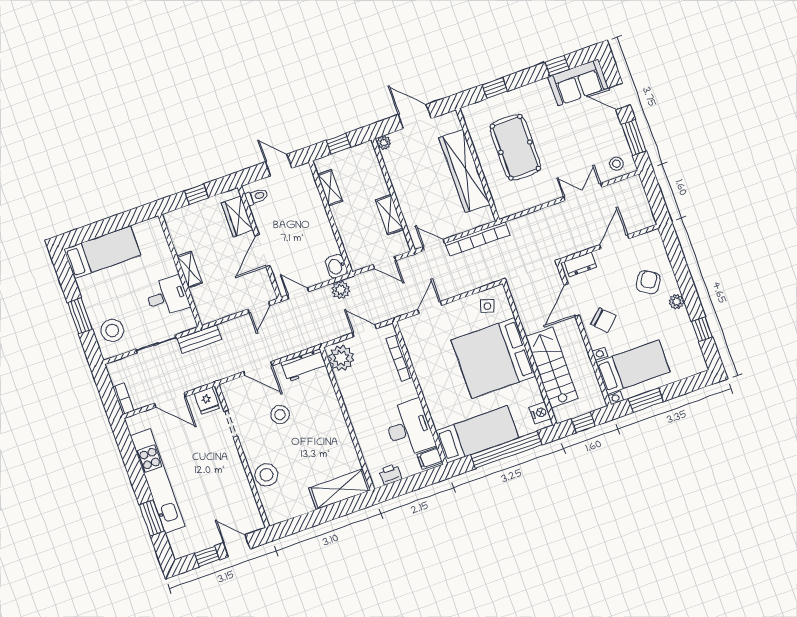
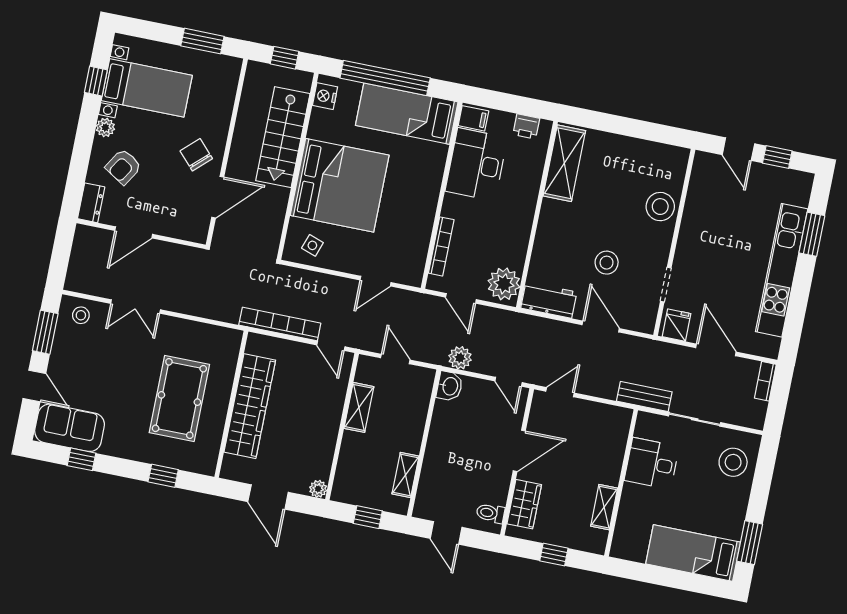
dresser: (580, 264) -> (91, 203), moved, turned 90
shelving: (190, 270) -> (604, 507), moved
window: (80, 316) -> (750, 543), moved
bed with nightstands: (633, 367) -> (147, 88), moved, turned 180
shelving: (340, 489) -> (564, 163), moved, turned 90

